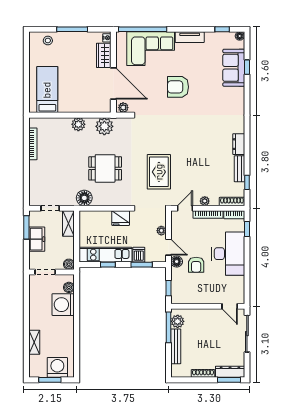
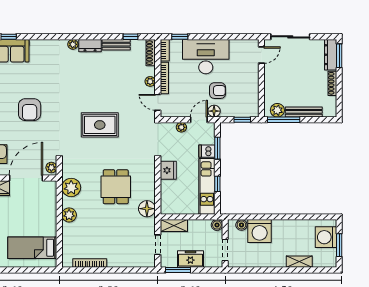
plant: (240, 128) -> (73, 44), added
rug: (159, 172) -> (100, 125), moved

